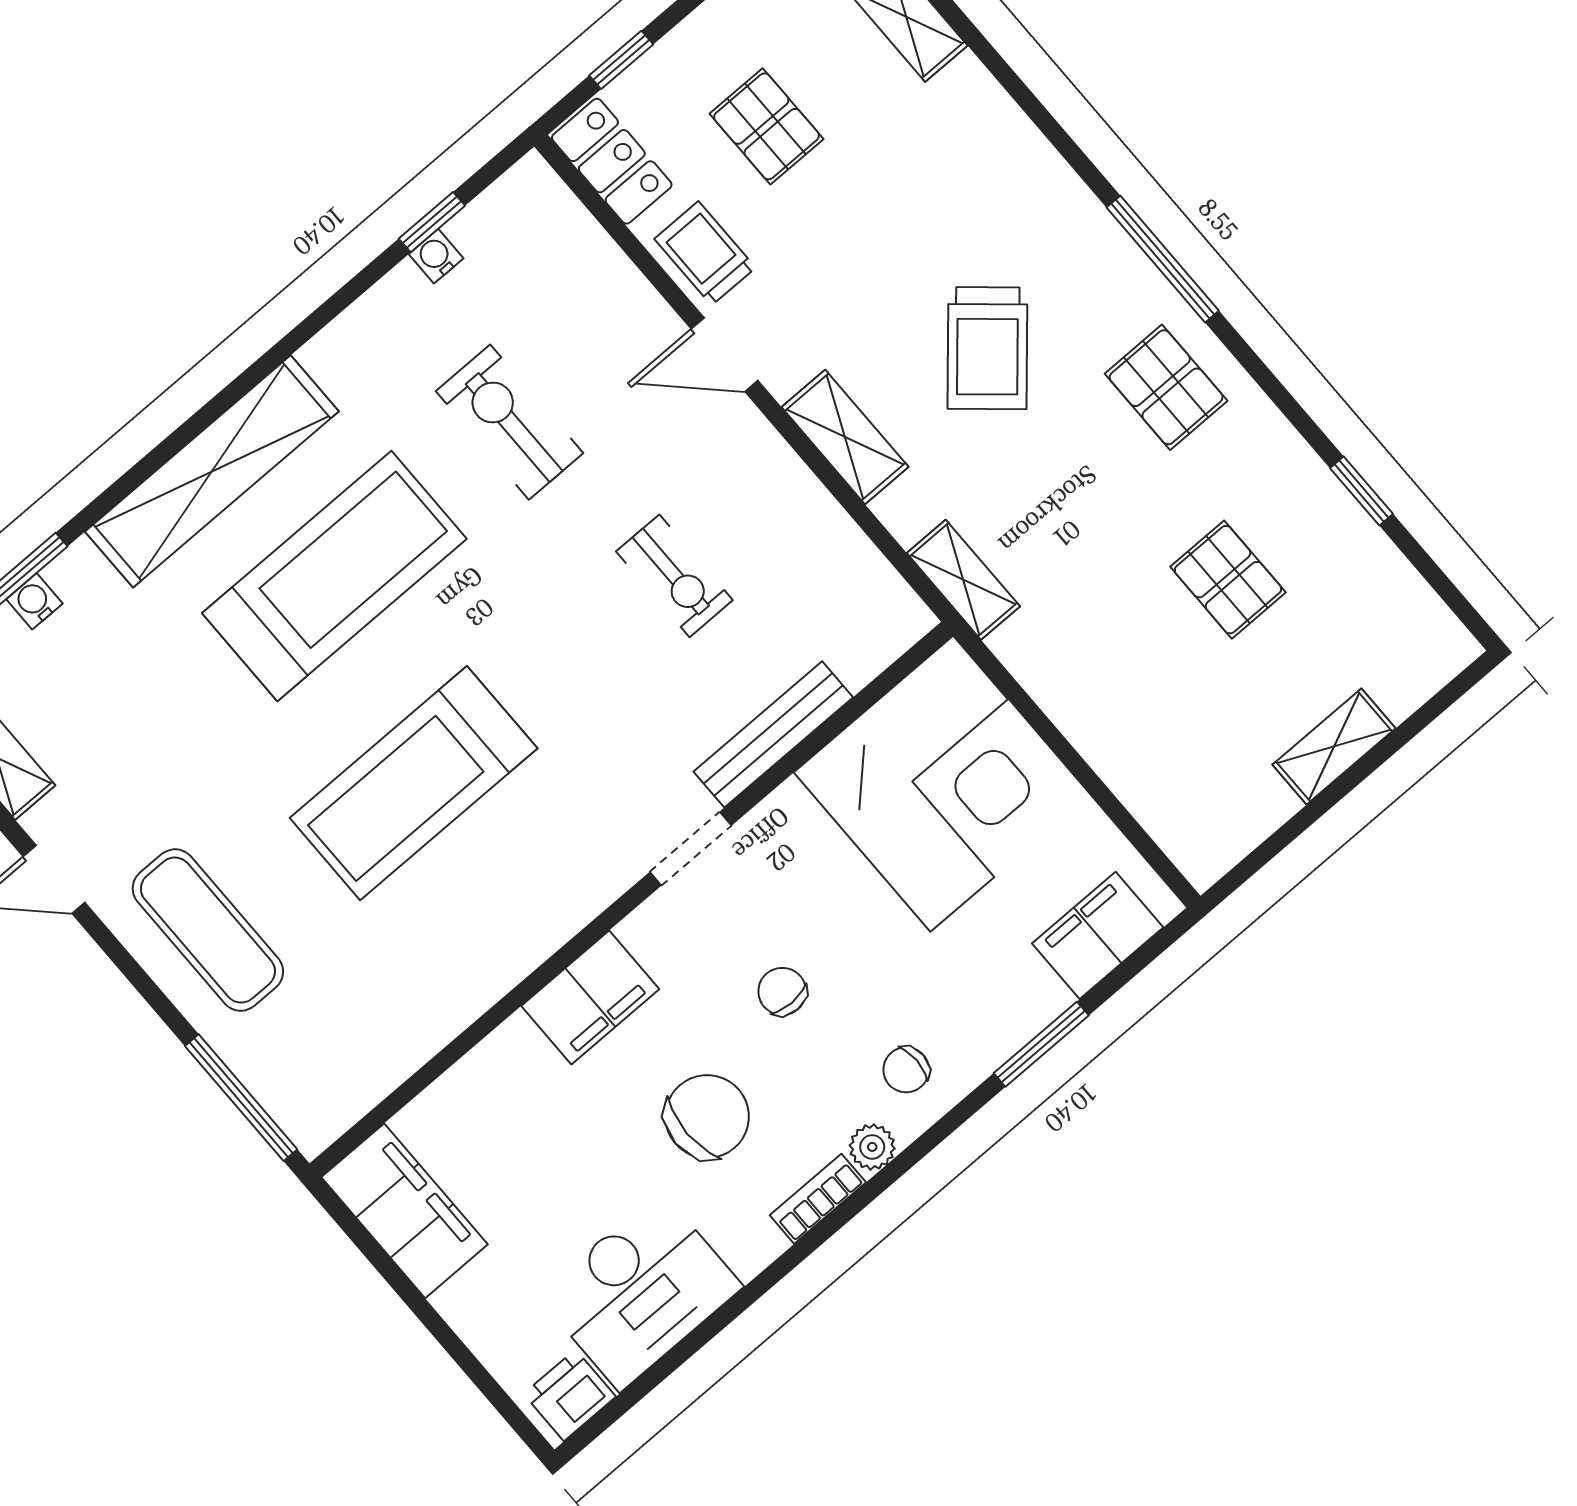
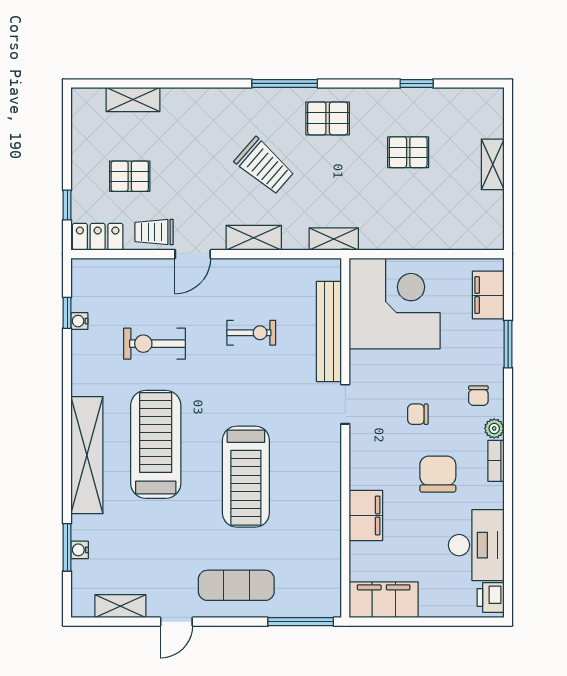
bench: (773, 734) -> (329, 331), width x1.37, depth x1.21
filing cabinet: (590, 998) -> (366, 515), moved

